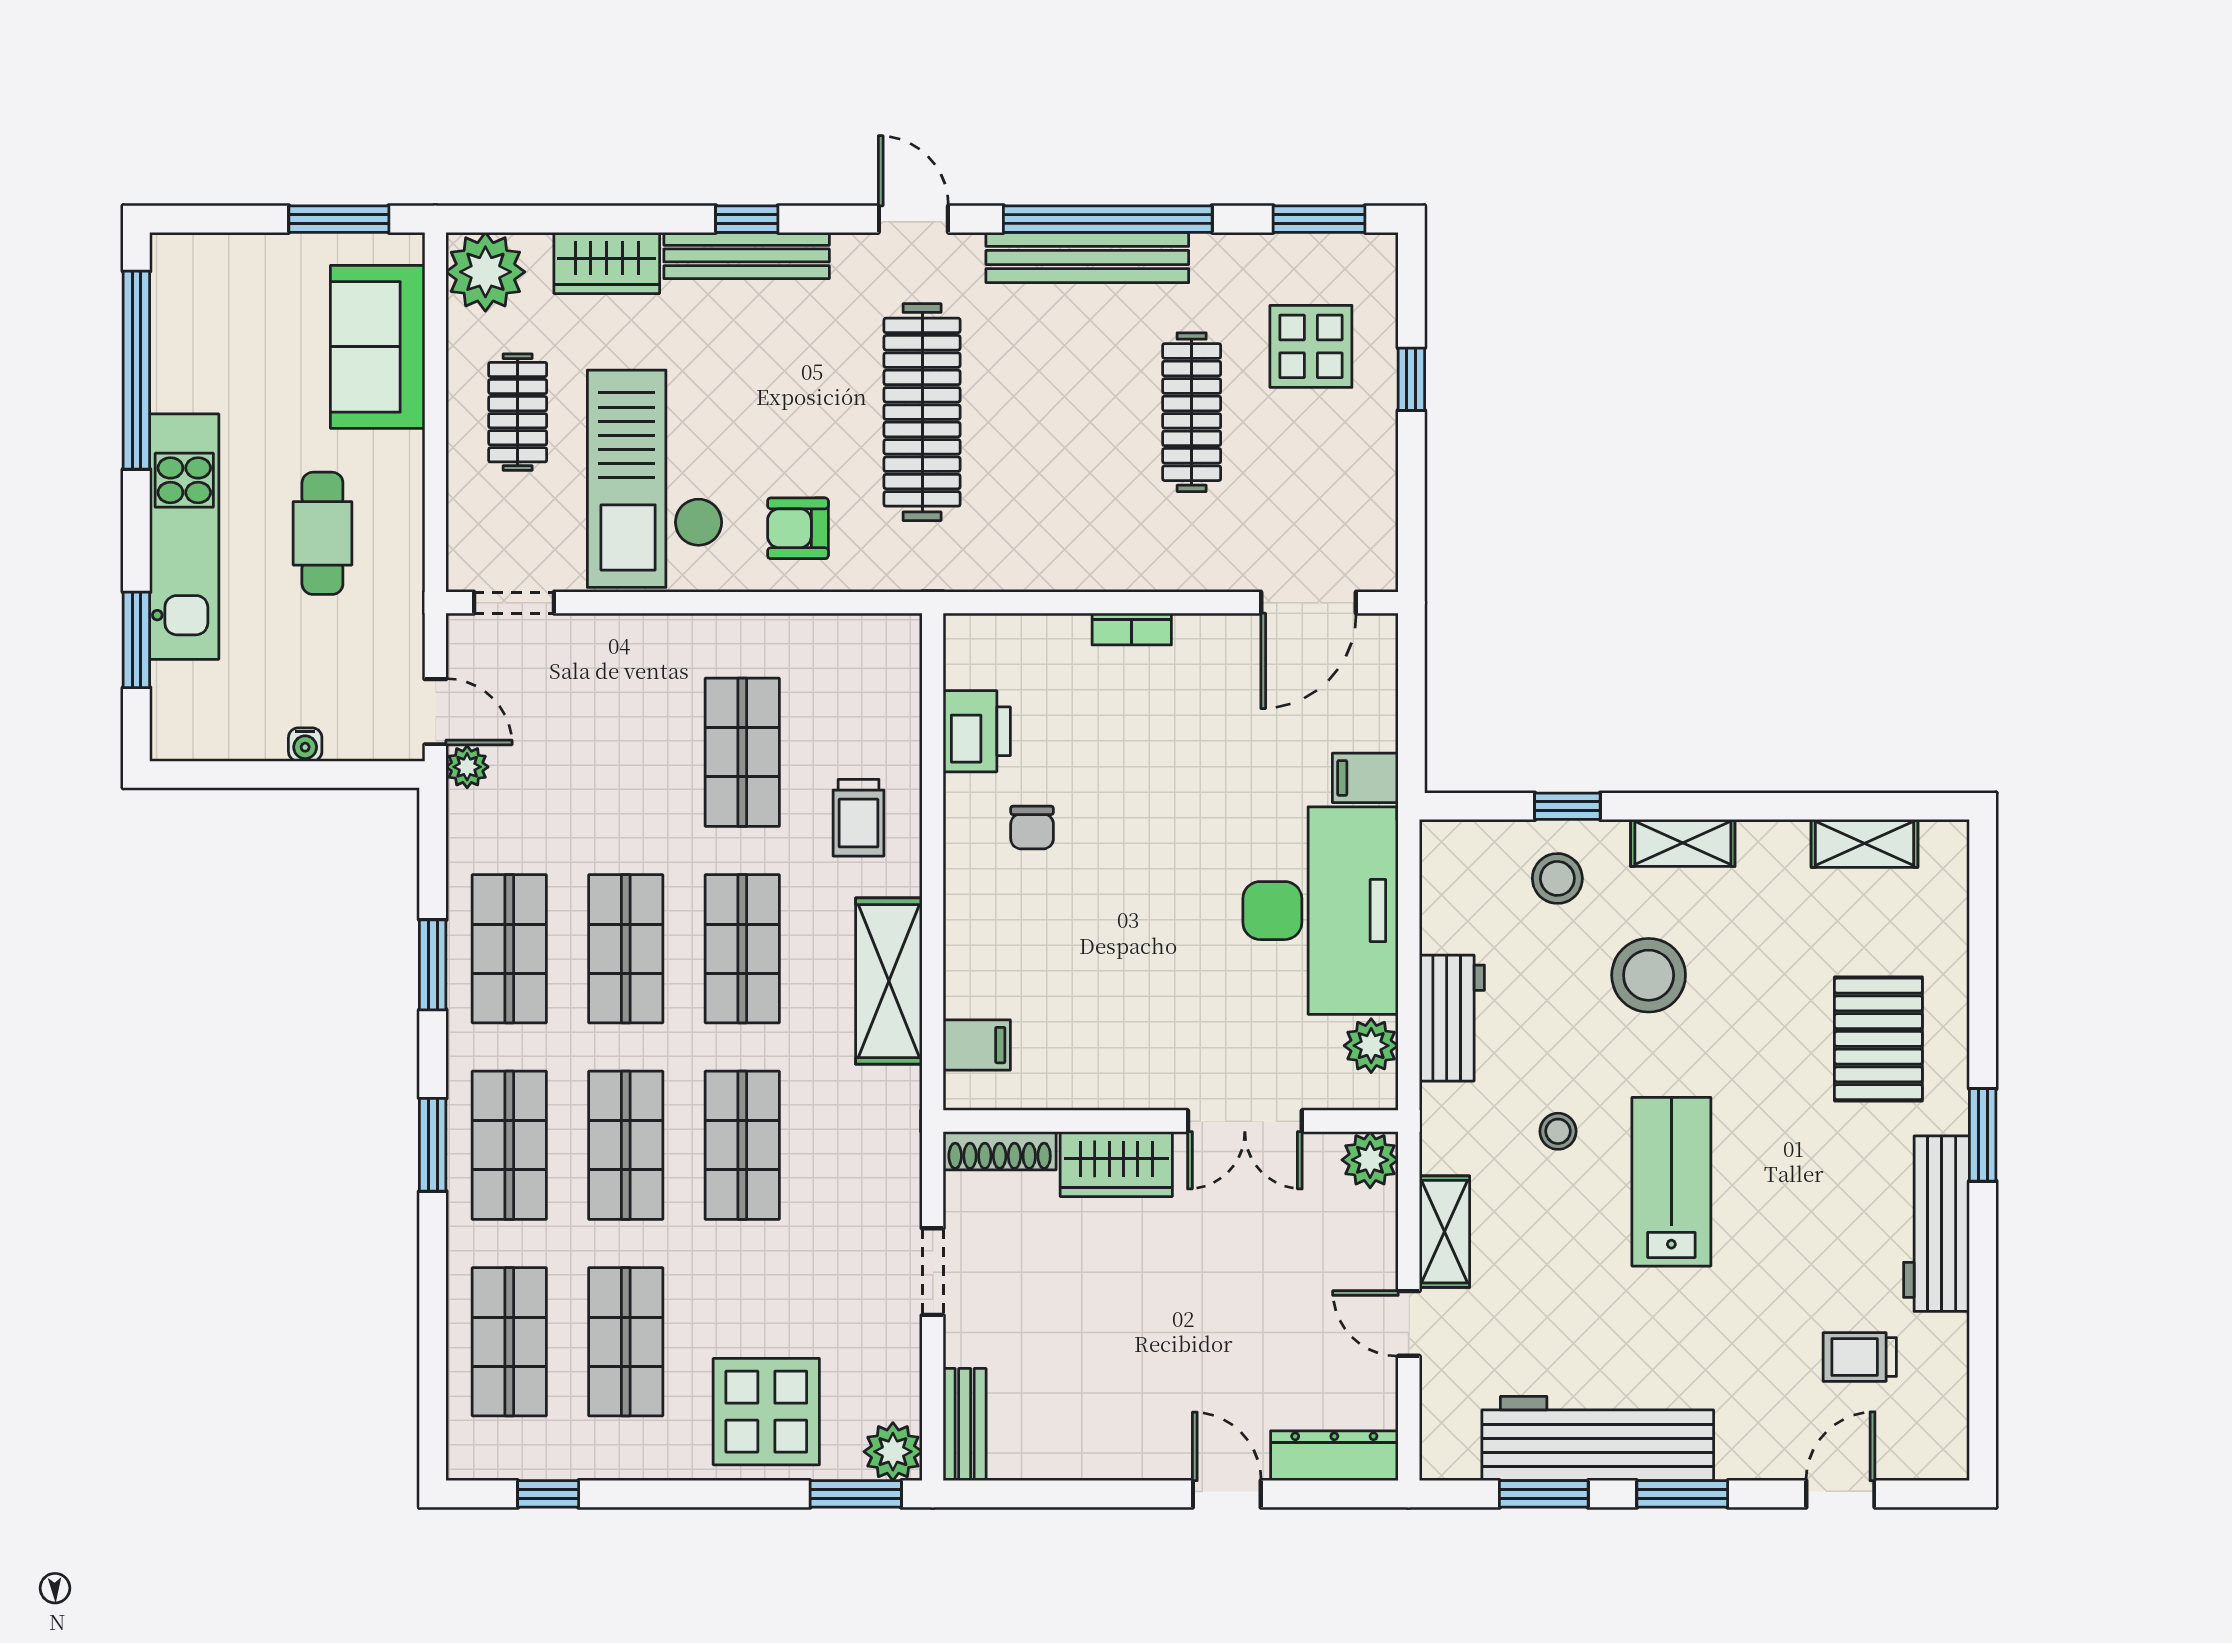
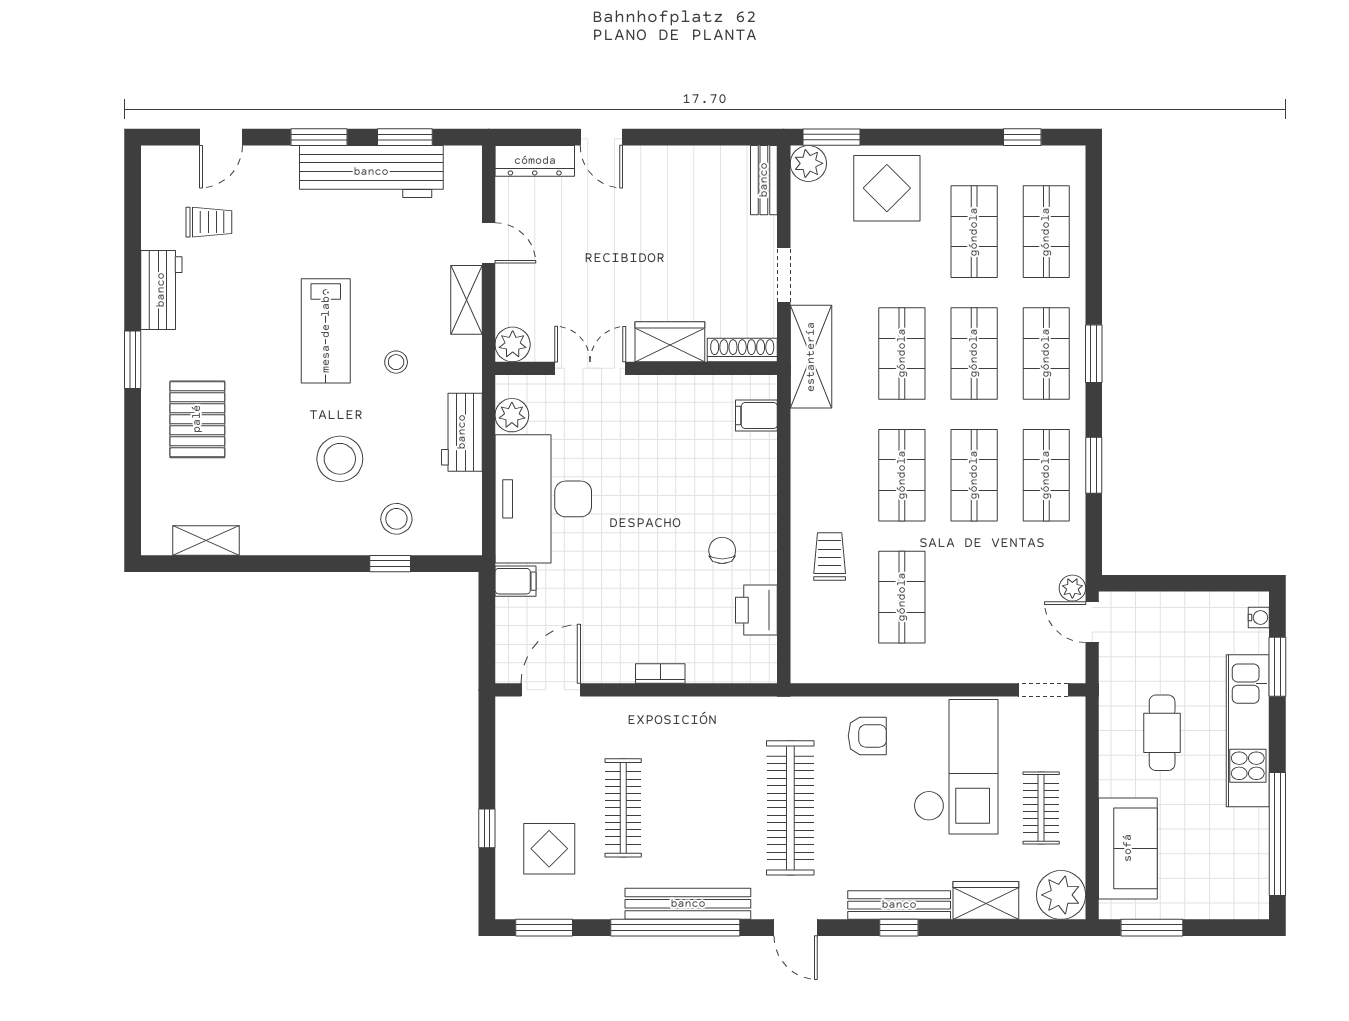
water cooler: (305, 745) -> (1259, 617), moved, turned 90
shelving: (1683, 843) -> (319, 541), removed
shelving: (889, 981) -> (811, 357), moved
workbench: (1936, 1224) -> (161, 290), width x0.73

